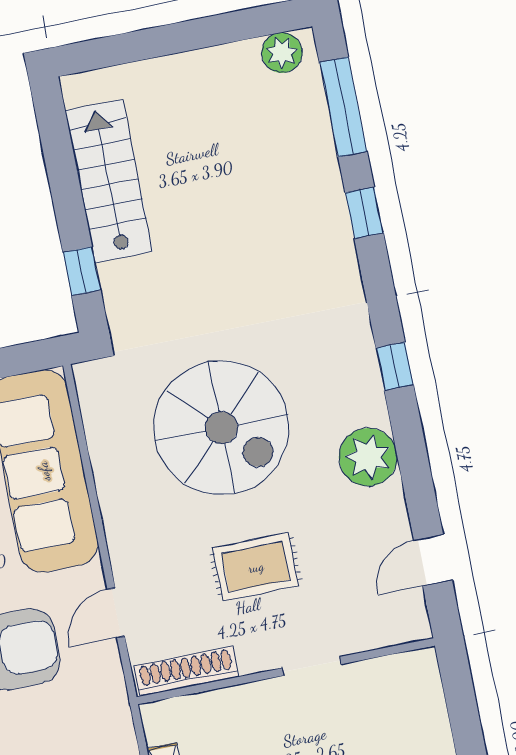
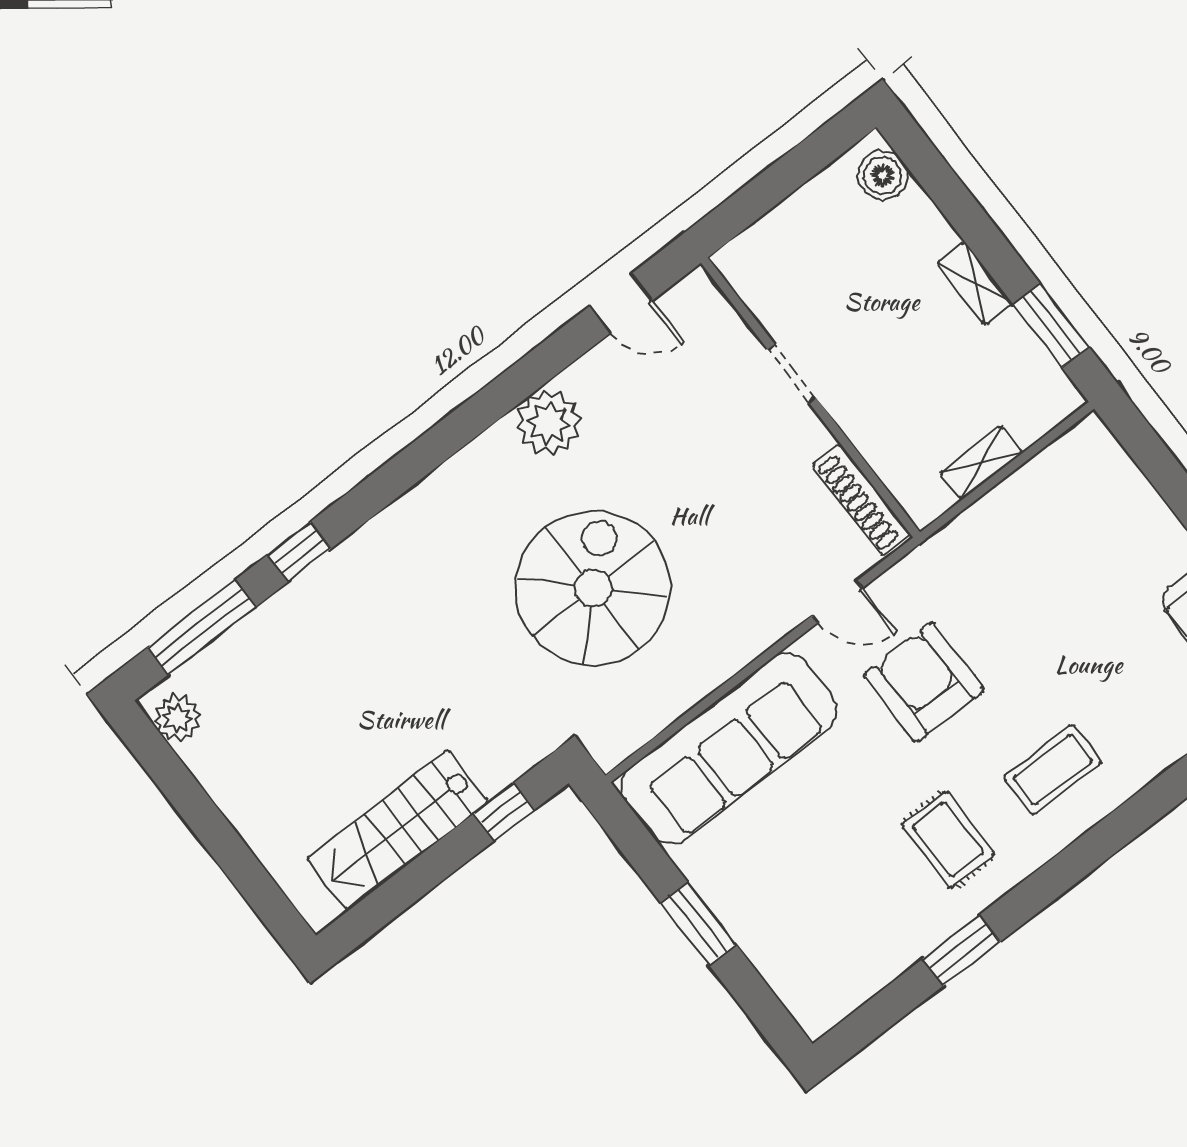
window: (395, 366) -> (441, 442), removed
rug: (256, 567) -> (718, 482), removed

